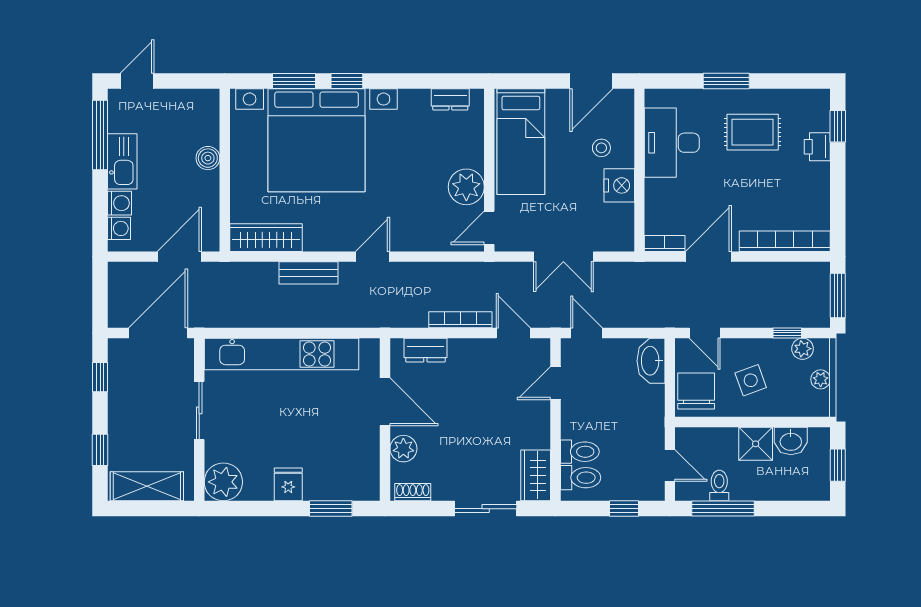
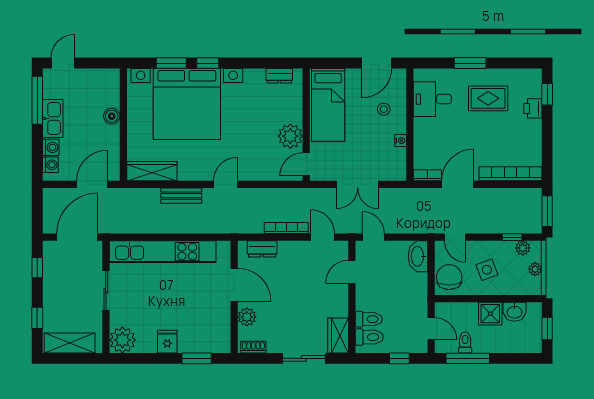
desk: (672, 143) -> (432, 99), width x0.73
nightstand: (619, 185) -> (401, 141), width x0.53, depth x0.56

